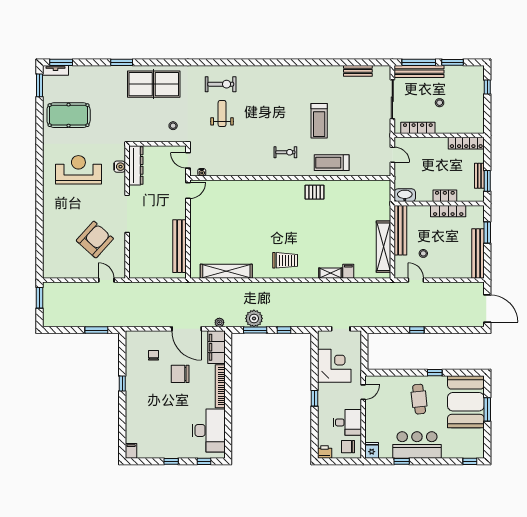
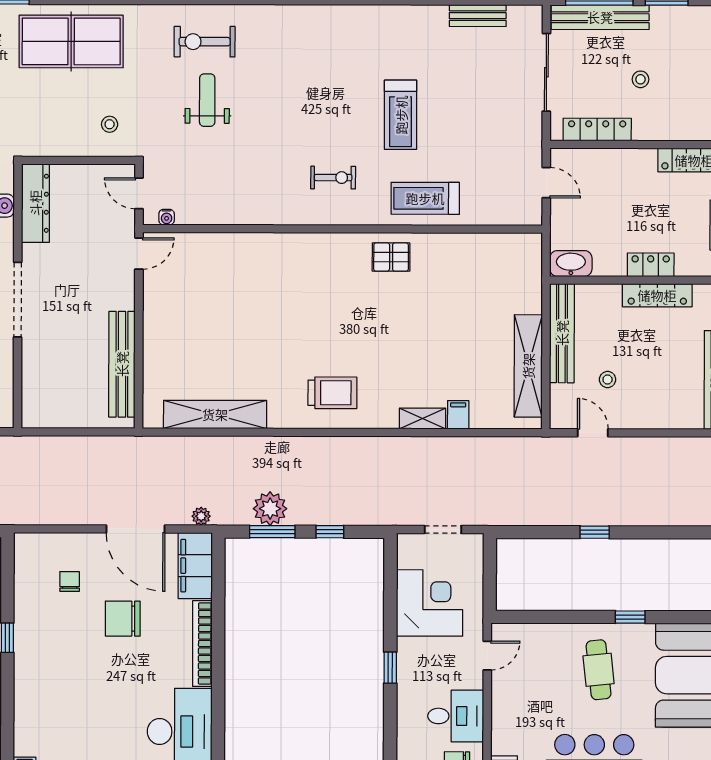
exercise bike: (221, 84) -> (205, 42), turned 180

